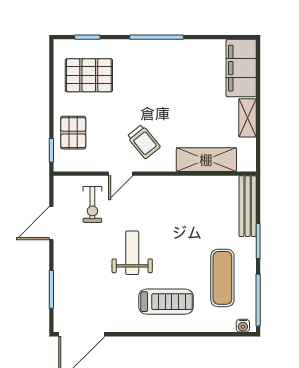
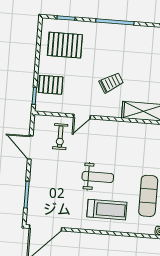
pallet: (73, 133) -> (51, 85), turned 90
trolley: (144, 142) -> (111, 83), moved, turned -82
door: (51, 223) -> (30, 148), hinge flipped
weight bench: (132, 253) -> (98, 177), moved, turned 90

